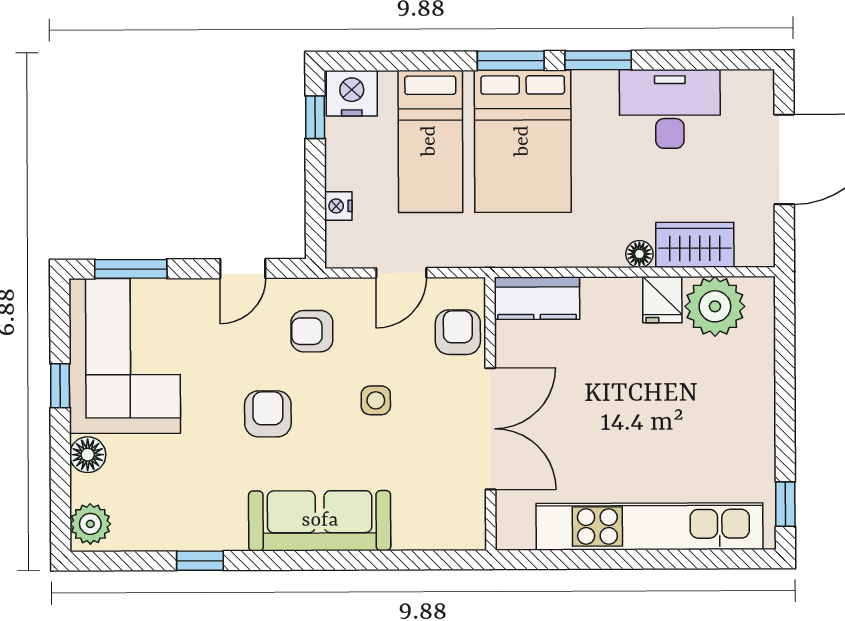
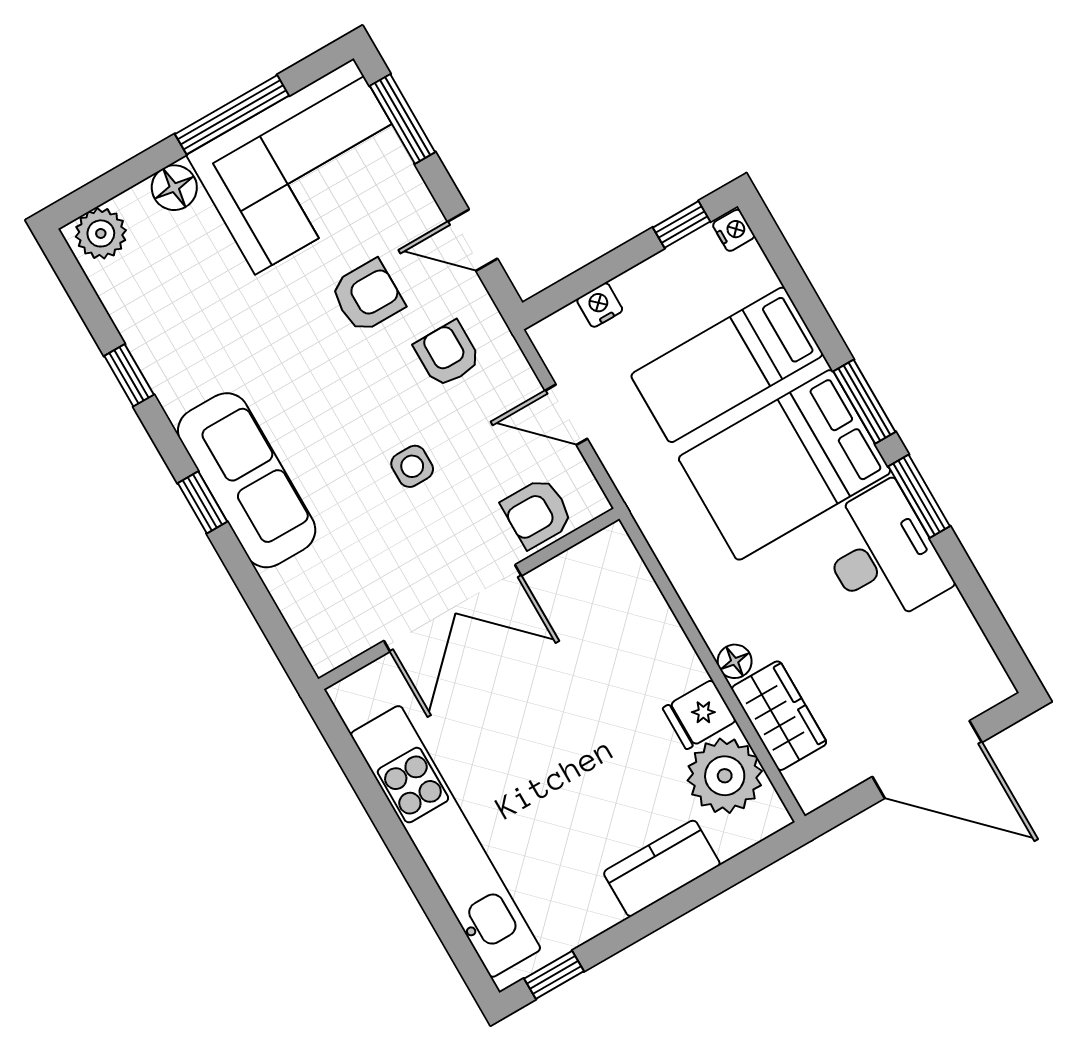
nightstand: (352, 93) -> (734, 230), width x0.53, depth x0.56
desk: (670, 109) -> (882, 555), moved
kitchen counter: (537, 298) -> (662, 868), moved, turned 90
armchair: (458, 332) -> (537, 513), turned 180
window: (60, 386) -> (232, 115), width x2.17
armchair: (268, 414) -> (367, 296), moved
window: (318, 560) -> (202, 502), added

